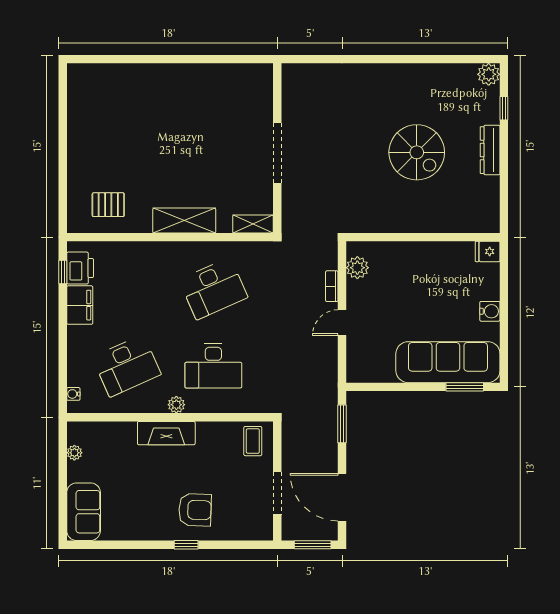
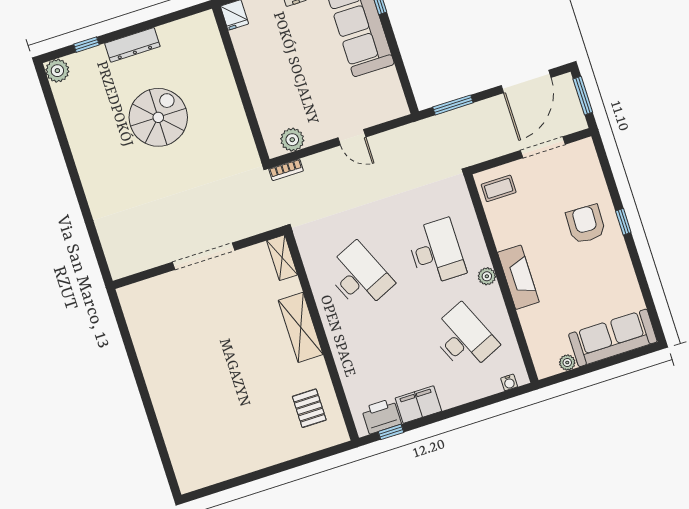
bookcase: (332, 286) -> (286, 170), moved
sofa: (84, 512) -> (613, 338), width x1.36

